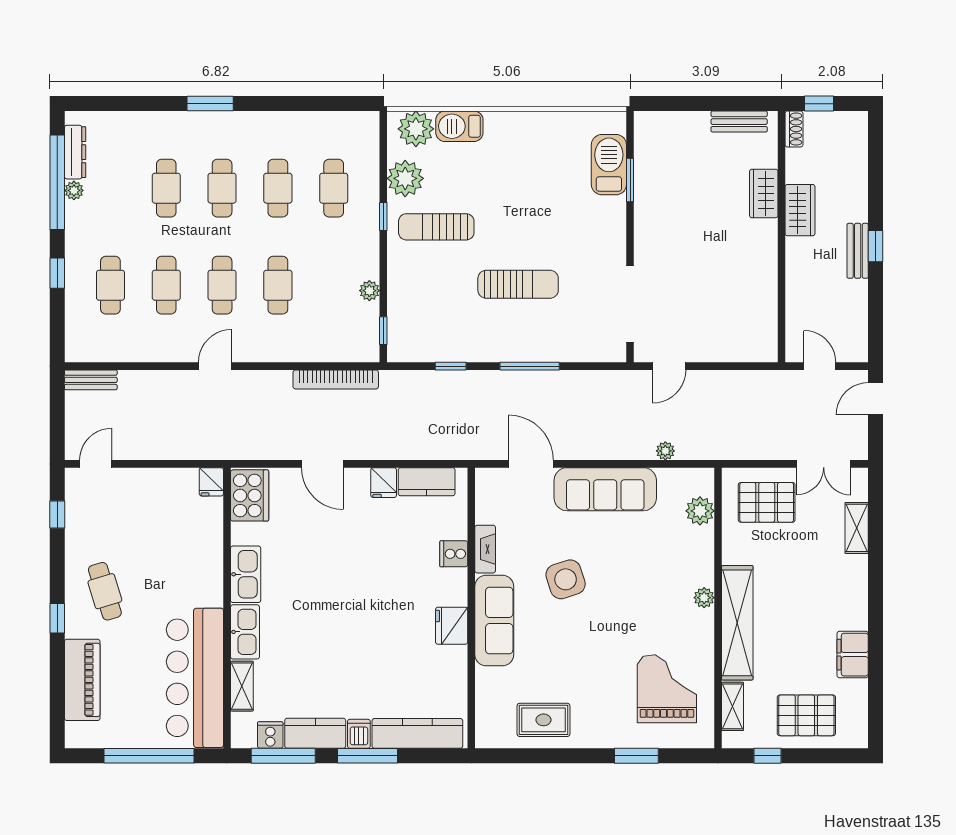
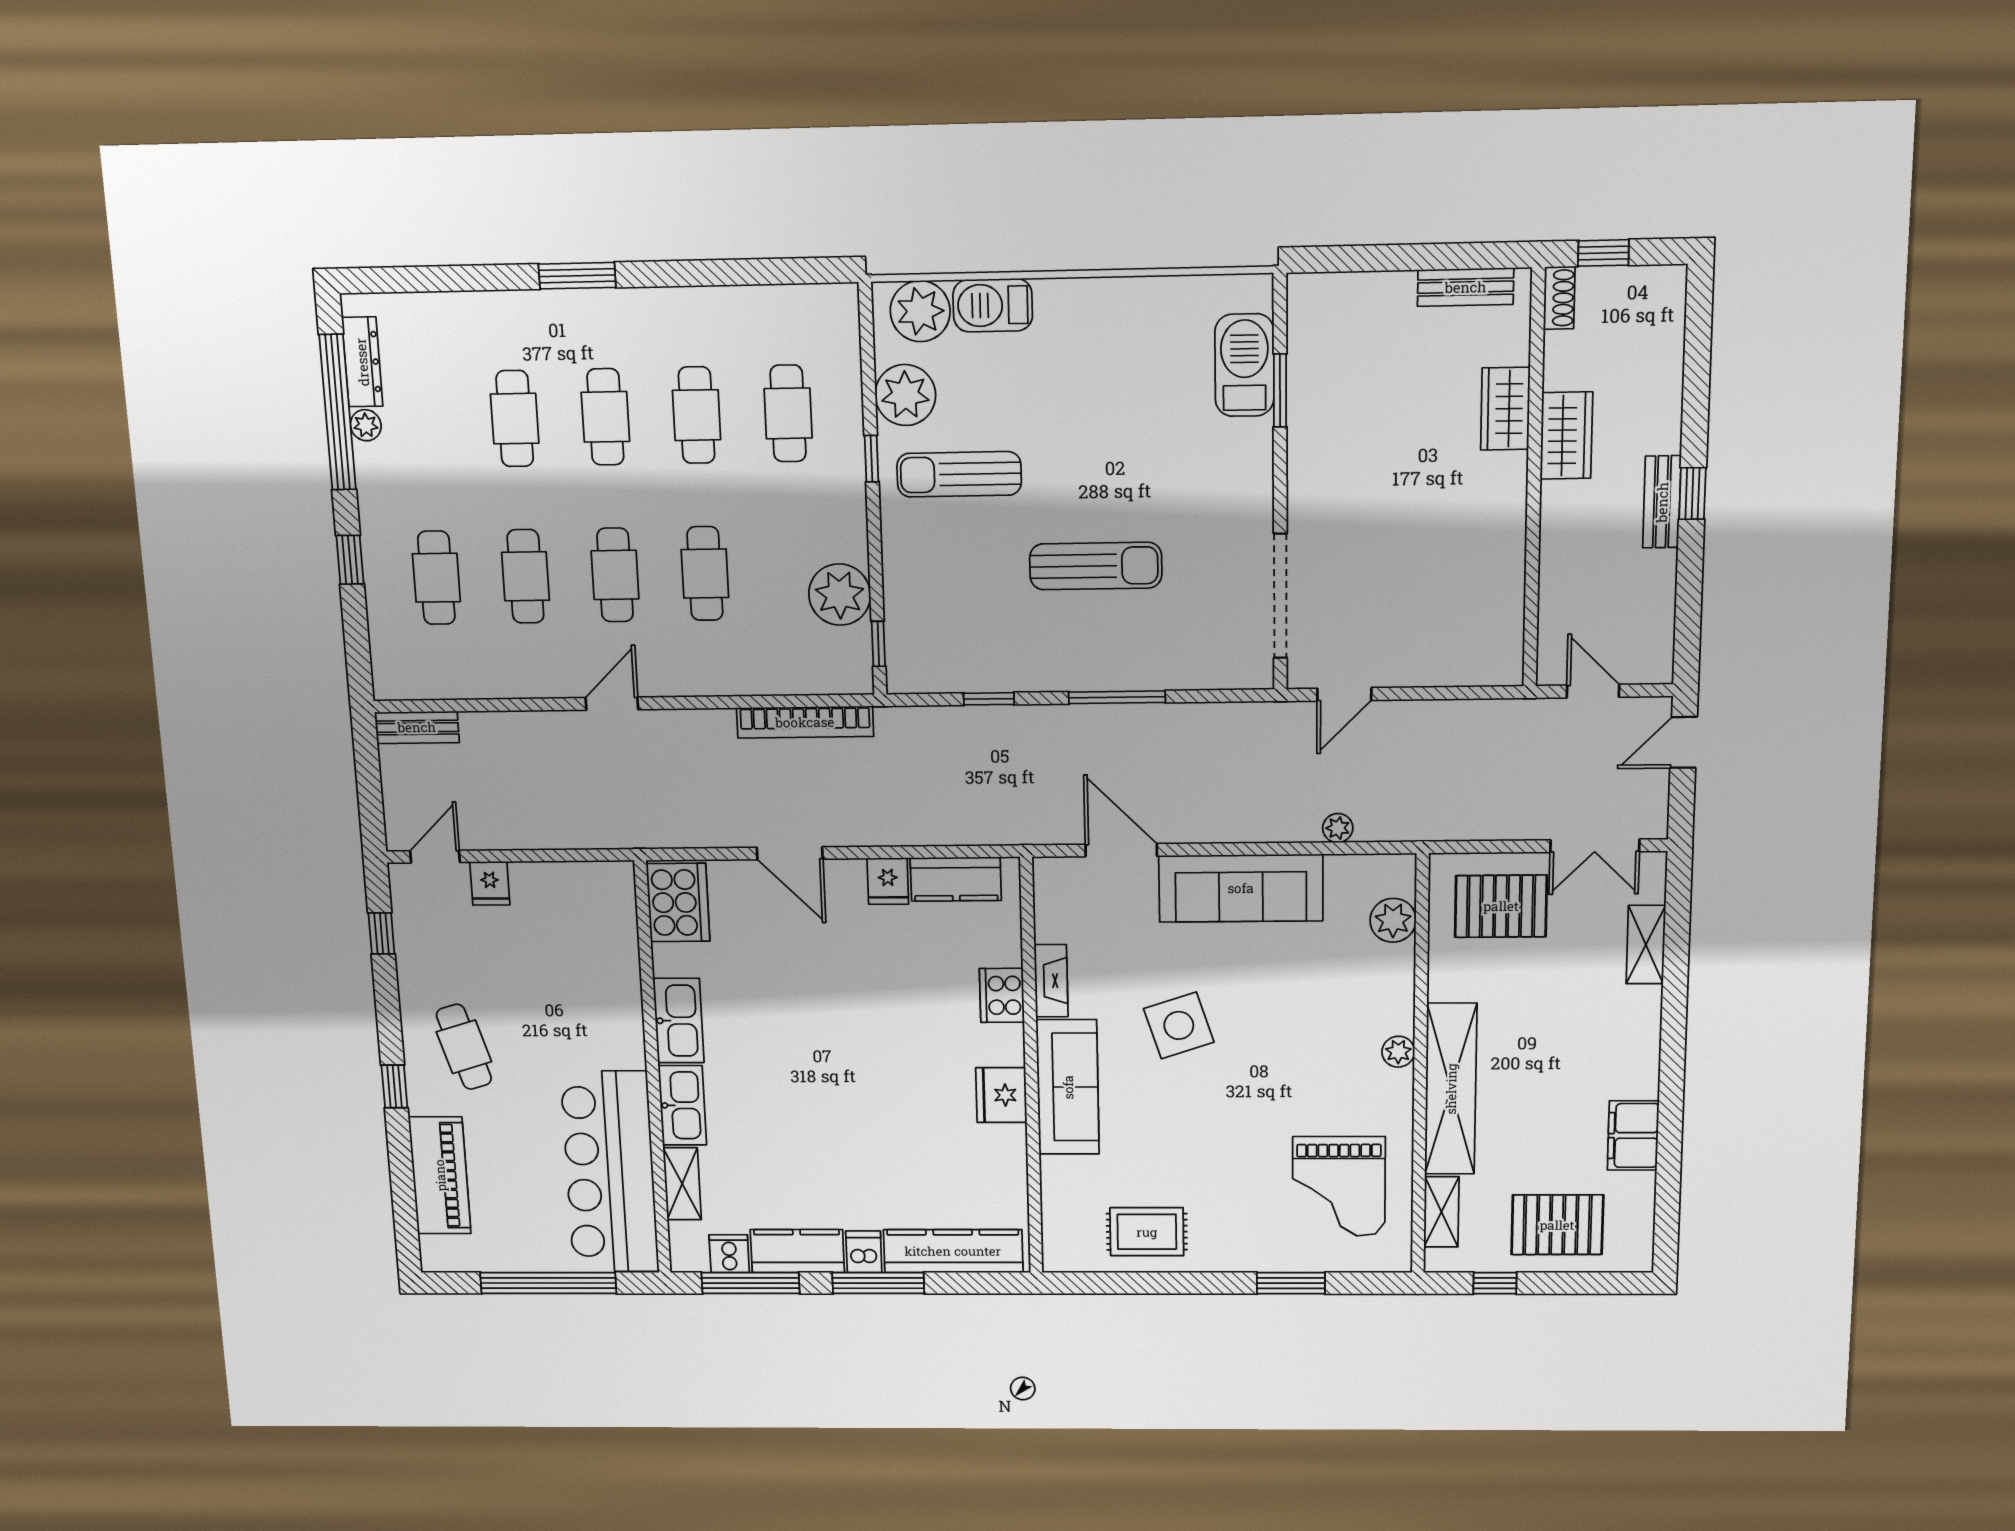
plant: (369, 291) -> (840, 595), width x1.87, depth x1.87
fridge: (211, 482) -> (490, 883), moved
cooker: (454, 554) -> (1002, 995), width x1.36
grand piano: (667, 689) -> (1339, 1186), turned 180

